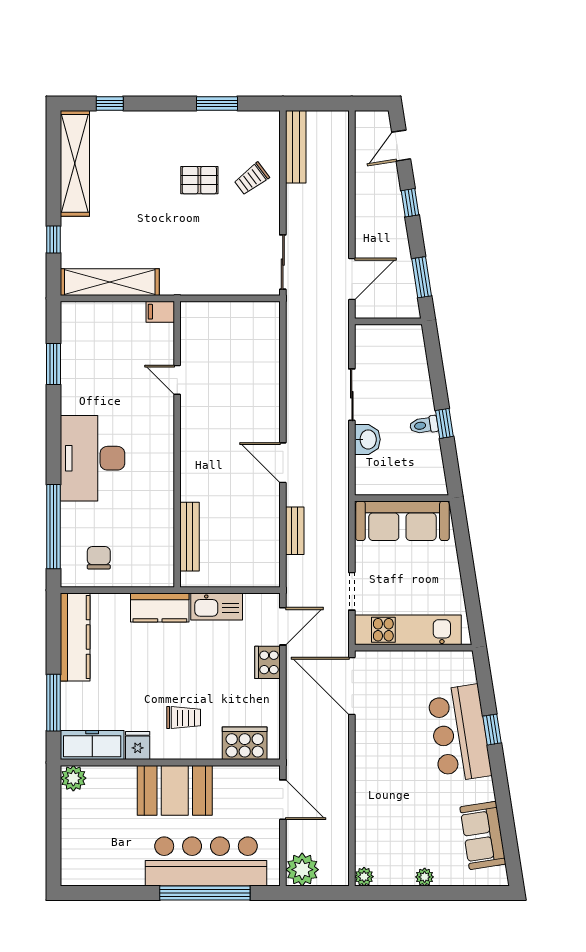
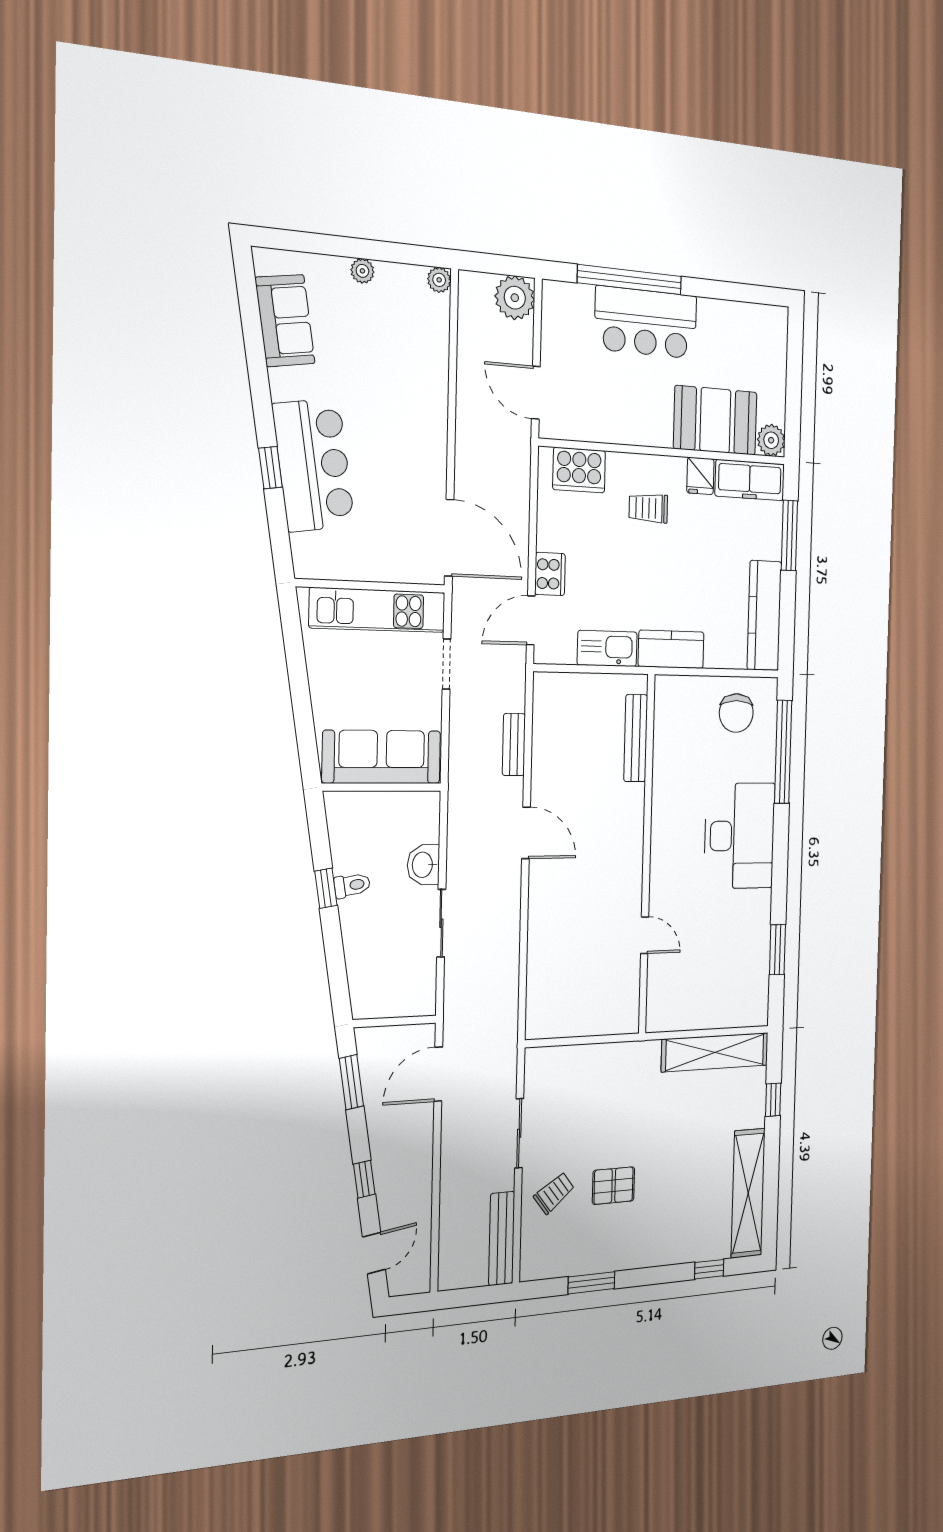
sliding door: (283, 262) -> (519, 1133), moved
filing cabinet: (160, 312) -> (661, 1019), removed
chair: (99, 558) -> (736, 713), width x1.37, depth x1.37
booth: (175, 790) -> (715, 420), moved
bar counter: (206, 861) -> (646, 322), width x0.73

